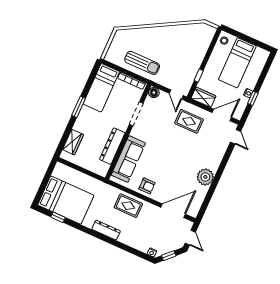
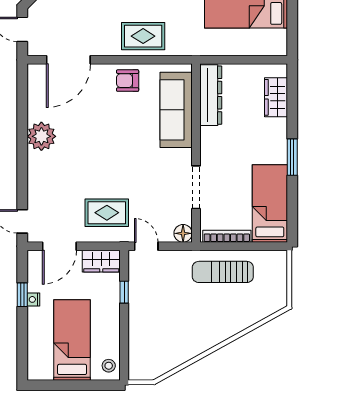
dresser: (112, 146) -> (211, 95), moved

